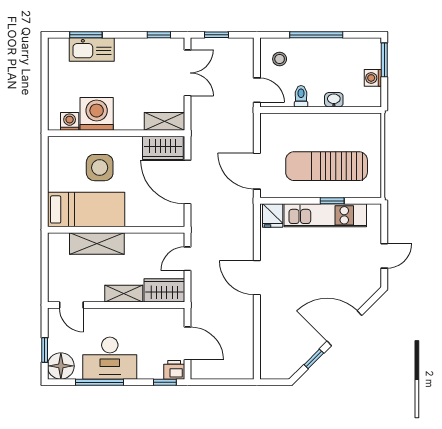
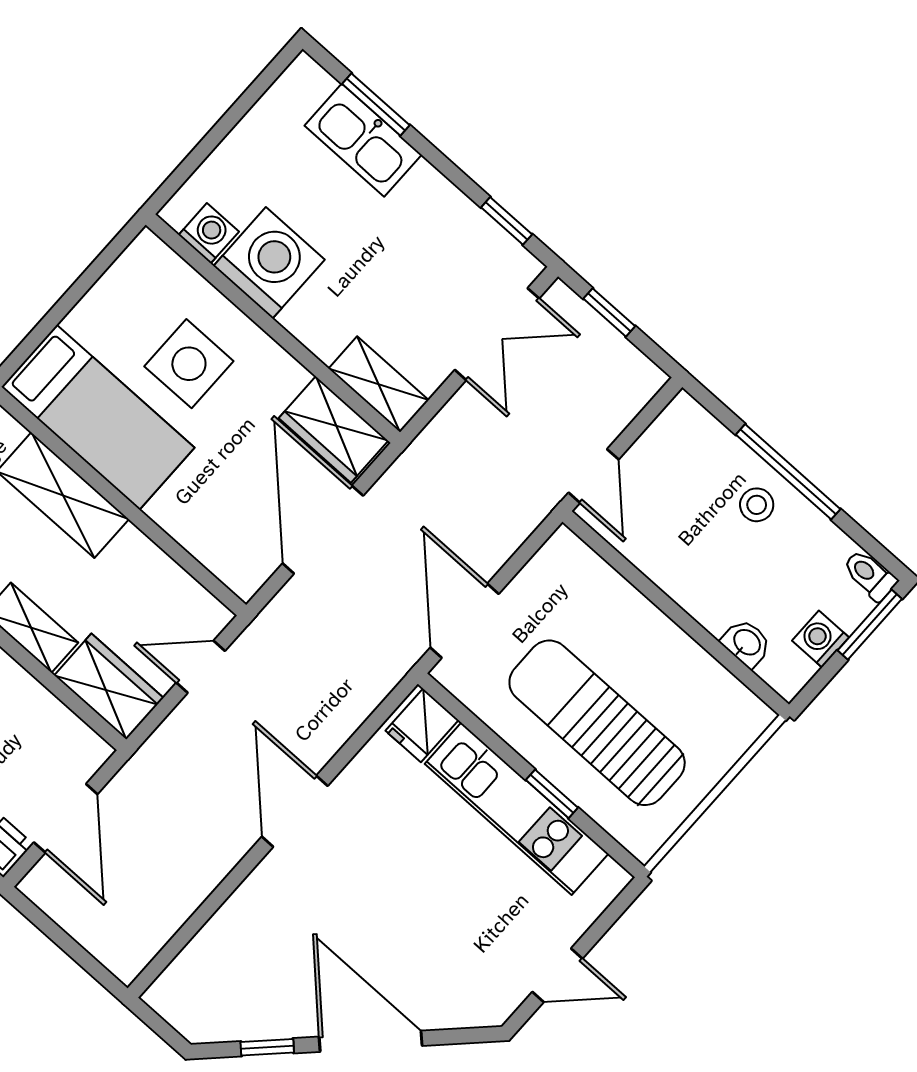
stool: (280, 59) -> (757, 505), moved
toilet: (301, 96) -> (870, 575), moved, turned -90
washbasin: (334, 100) -> (746, 643), moved

